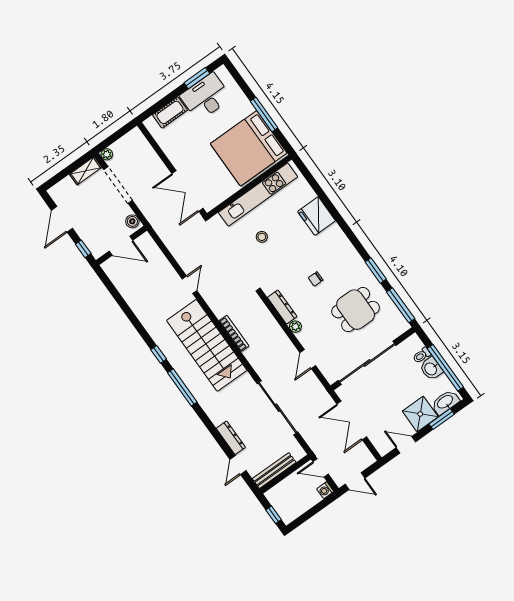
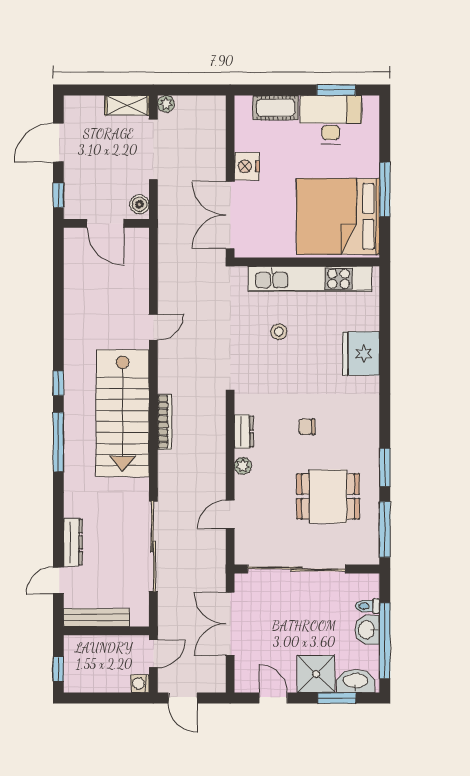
nightstand: (177, 157) -> (247, 166), added
dresser: (282, 307) -> (244, 431), width x0.70
door: (321, 468) -> (153, 654), swing flipped

